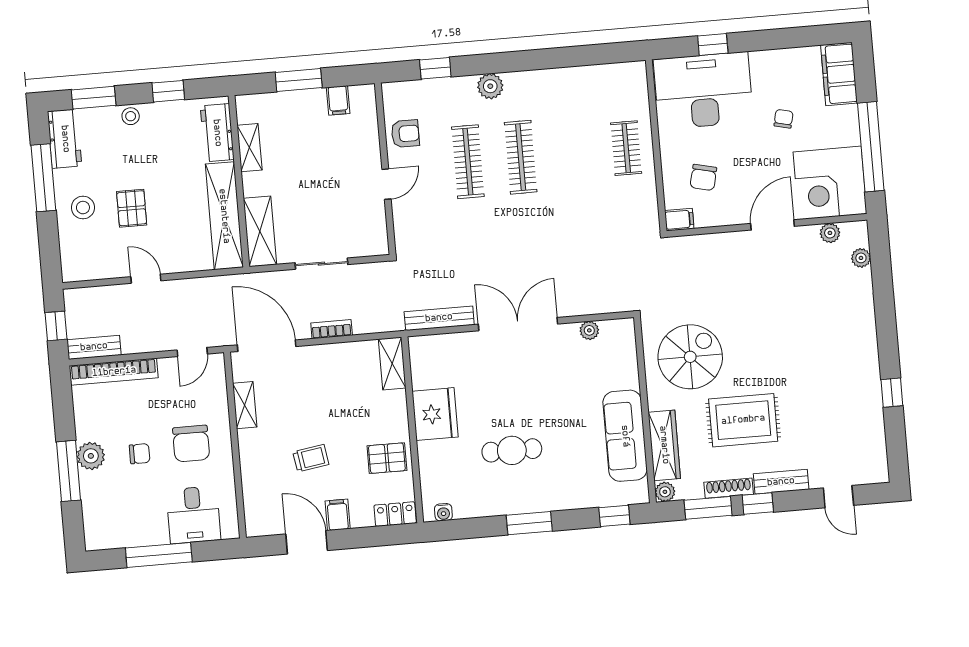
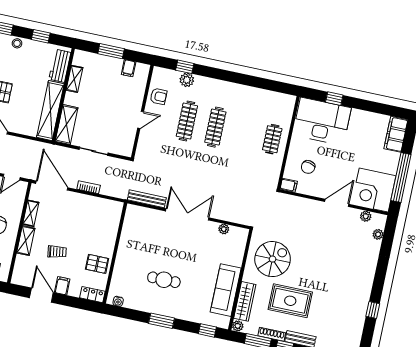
plant: (490, 86) -> (187, 80), moved
chair: (784, 119) -> (360, 149), removed
shelving: (392, 364) -> (26, 241), moved
fridge: (435, 414) -> (129, 248), removed

